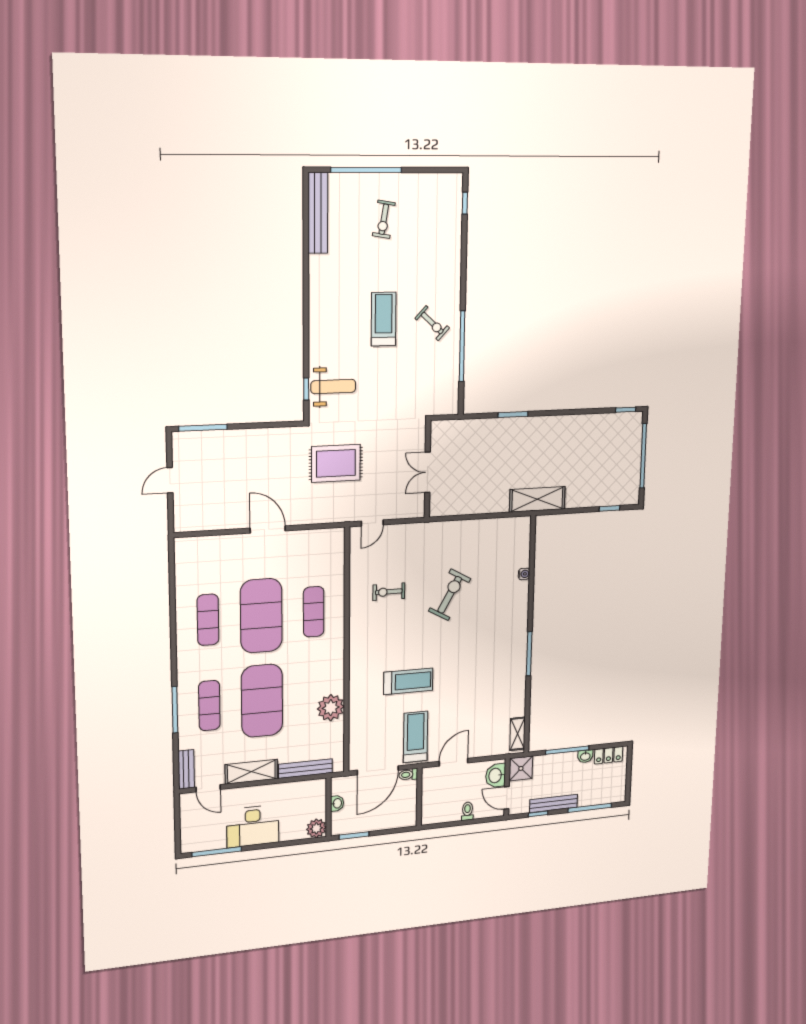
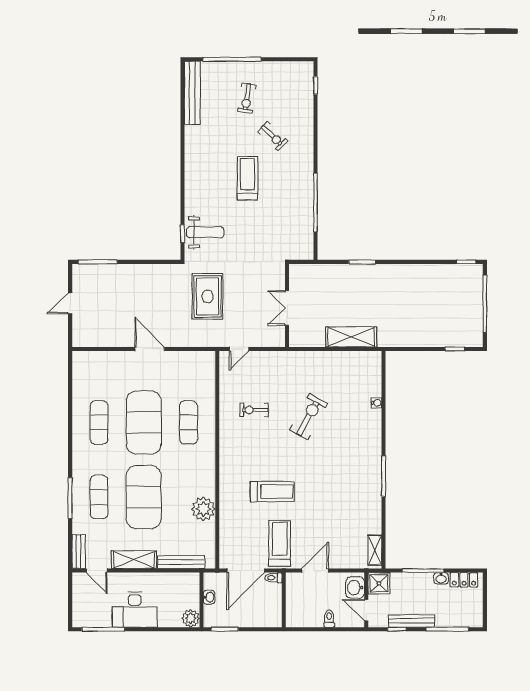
exercise bike: (432, 323) -> (273, 136), moved
rug: (336, 463) -> (208, 296), turned 90
shelving: (537, 499) -> (351, 337), moved

